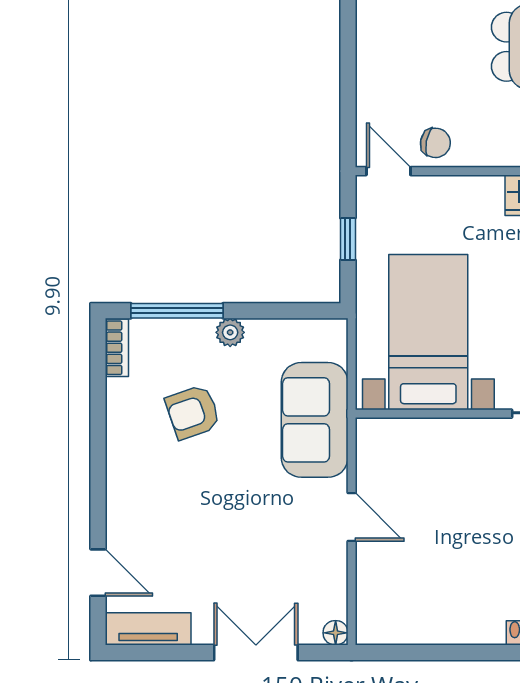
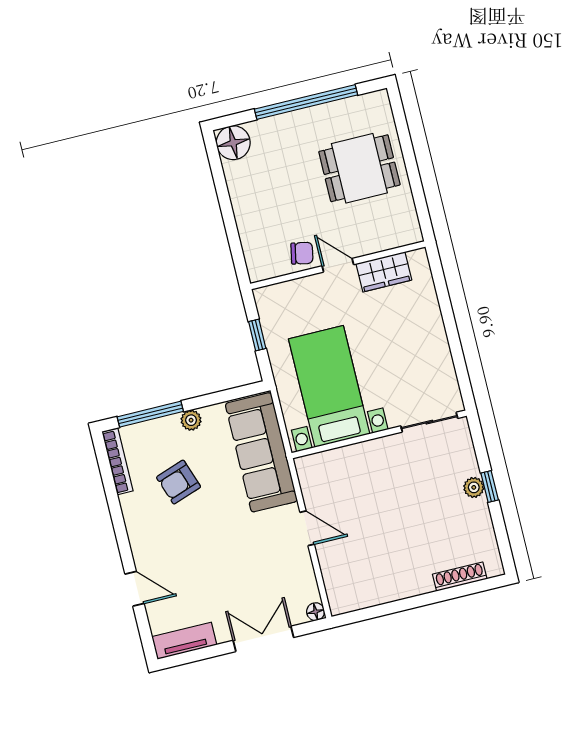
door: (388, 171) -> (338, 265), moved
bookcase: (117, 348) -> (118, 461), width x1.56
sofa: (315, 420) -> (261, 452), width x1.36
door: (98, 573) -> (135, 589), moved

